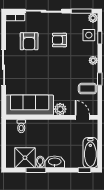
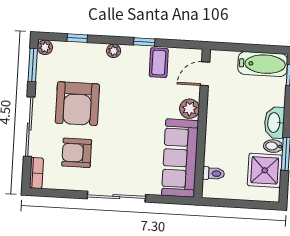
side table: (89, 35) -> (72, 55), removed
armchair: (59, 40) -> (77, 104), width x1.88, depth x1.88
armchair: (29, 41) -> (77, 153), turned 180

